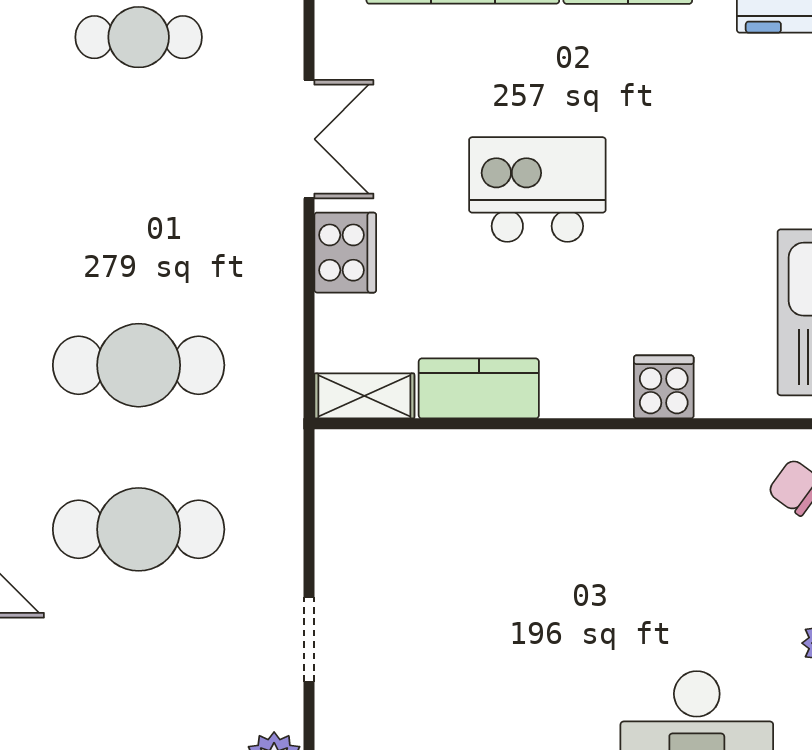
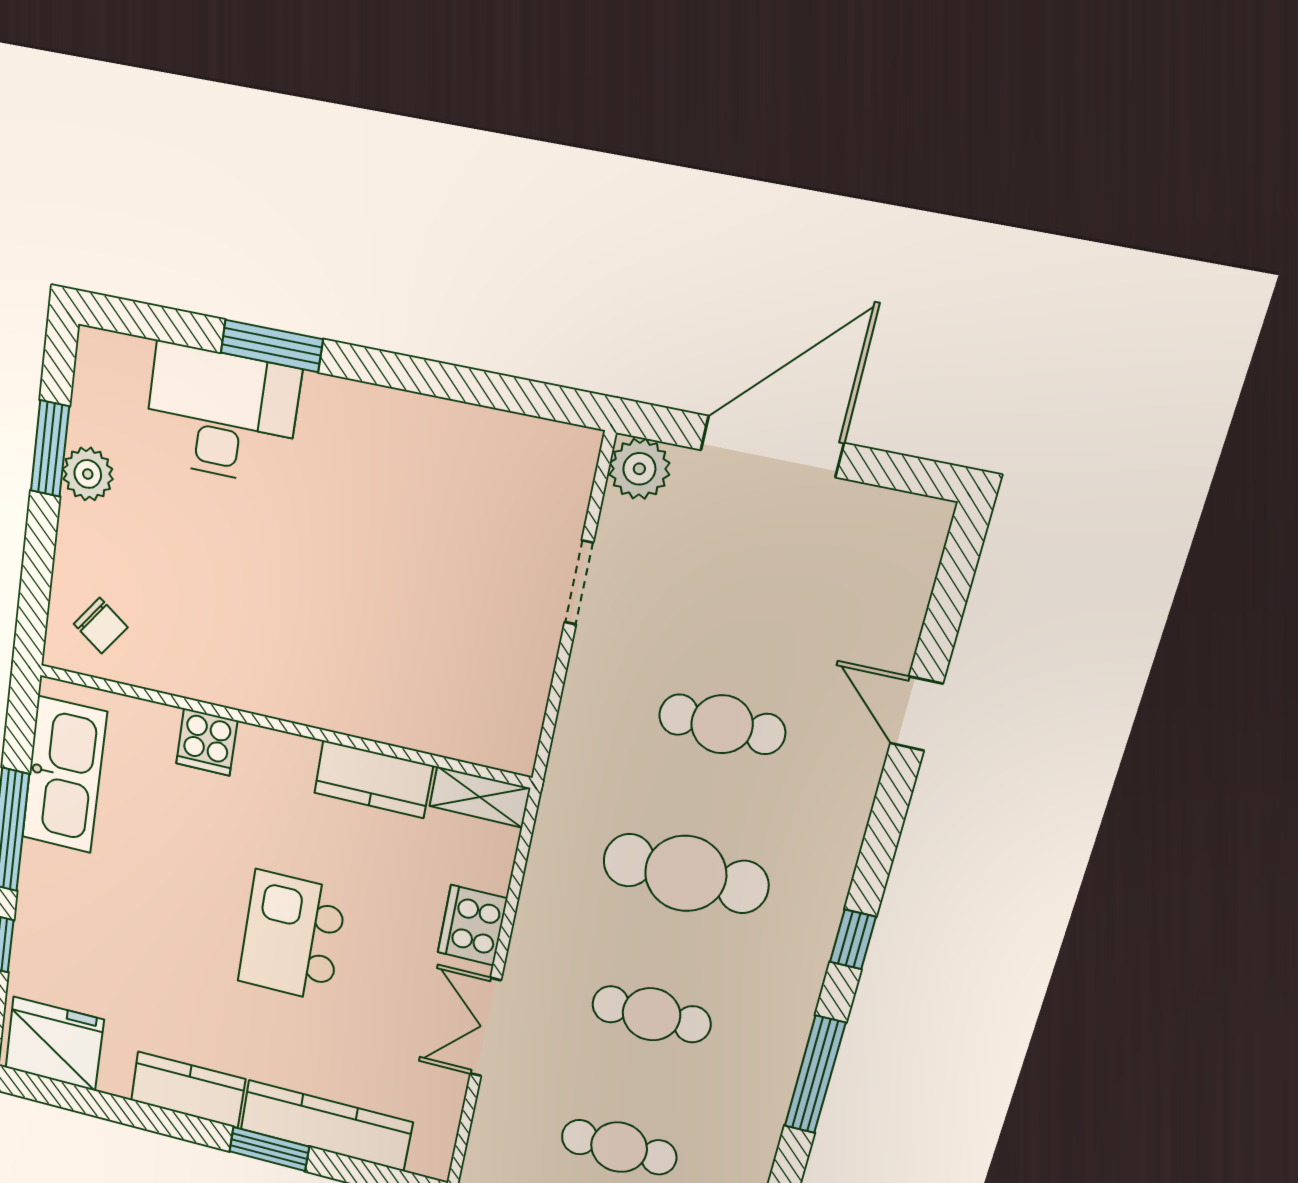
kitchen island: (537, 190) -> (292, 936), turned 90
cafe table: (139, 201) -> (651, 1014), added
cafe table: (139, 529) -> (722, 724), width x0.73, depth x0.74

